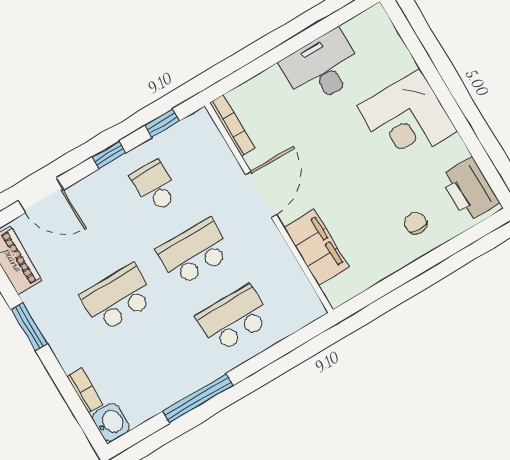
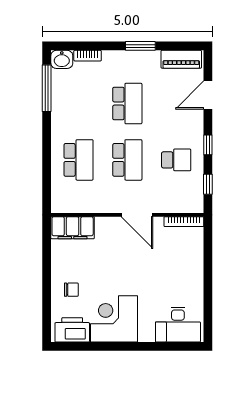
desk: (322, 68) -> (178, 325), moved, turned 90
corner desk: (407, 119) -> (114, 319), moved
filing cabinet: (316, 247) -> (73, 228), moved
window: (198, 398) -> (47, 88), moved

